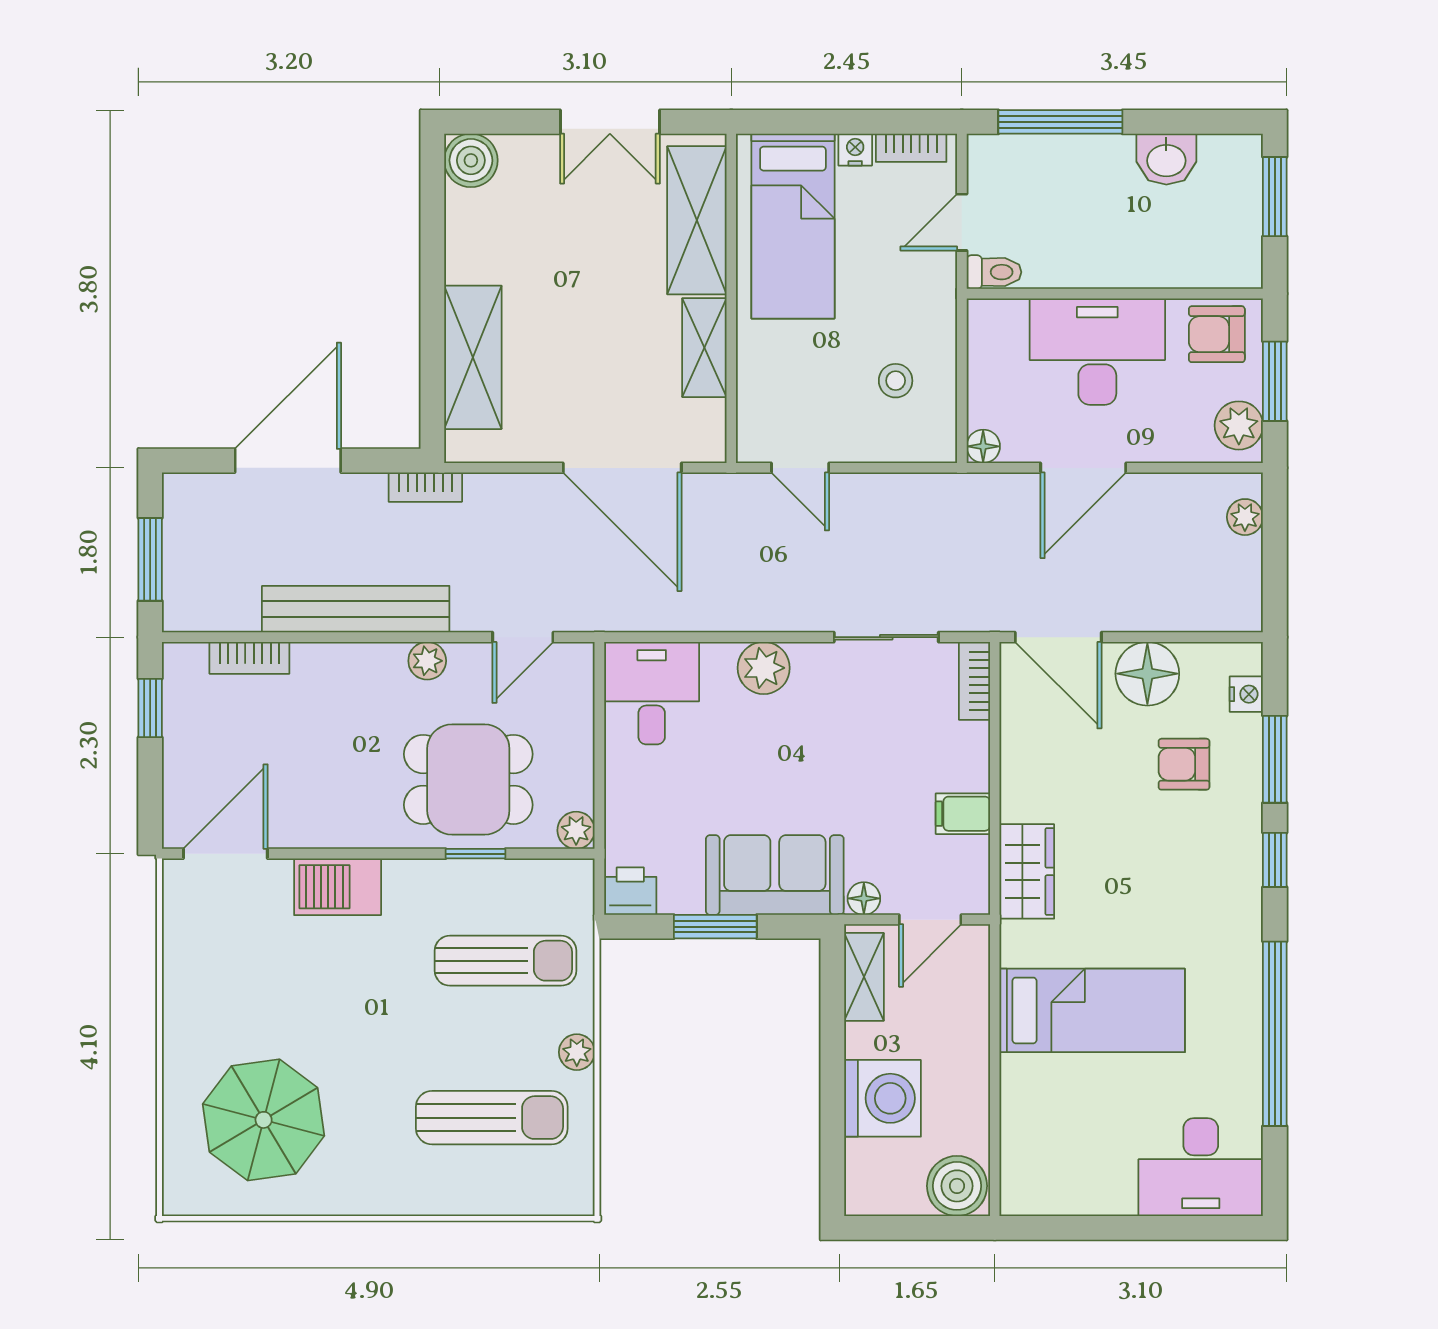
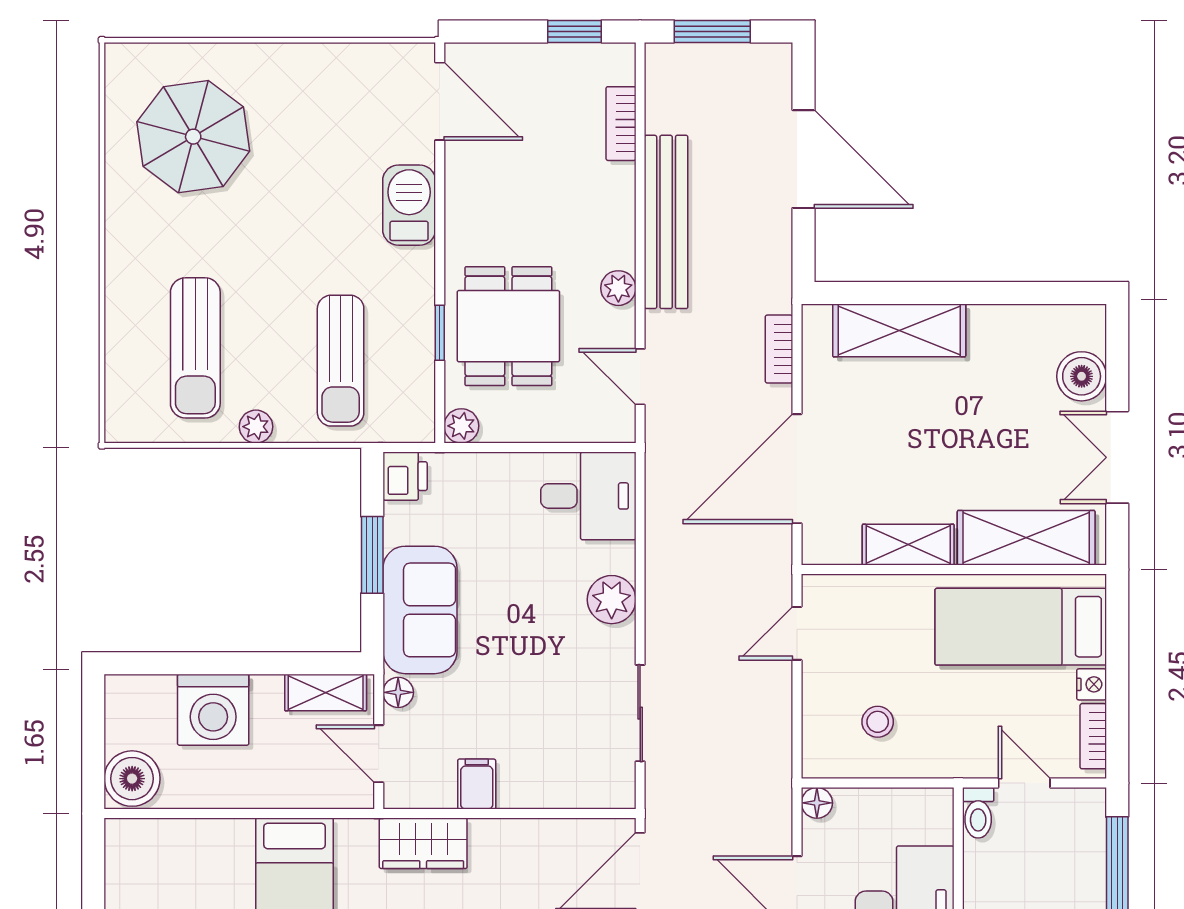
boiler: (471, 160) -> (1082, 376), moved
bookcase: (425, 487) -> (779, 349), moved
bookcase: (974, 681) -> (600, 795), removed

